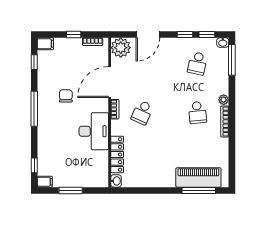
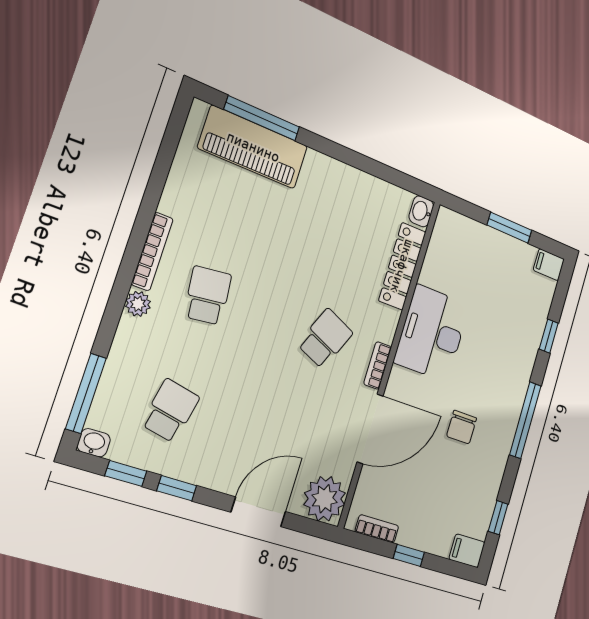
window: (34, 165) -> (549, 336), moved

